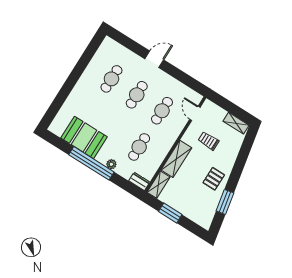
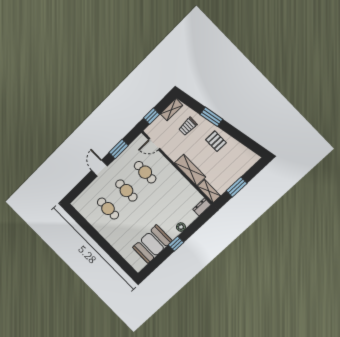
window: (180, 76) -> (119, 149), added
window: (224, 103) -> (151, 116), added
trolley: (209, 141) -> (188, 126), moved
cafe table: (139, 147) -> (172, 200), removed
window: (91, 163) -> (176, 244), width x0.32
window: (225, 202) -> (211, 117), moved

